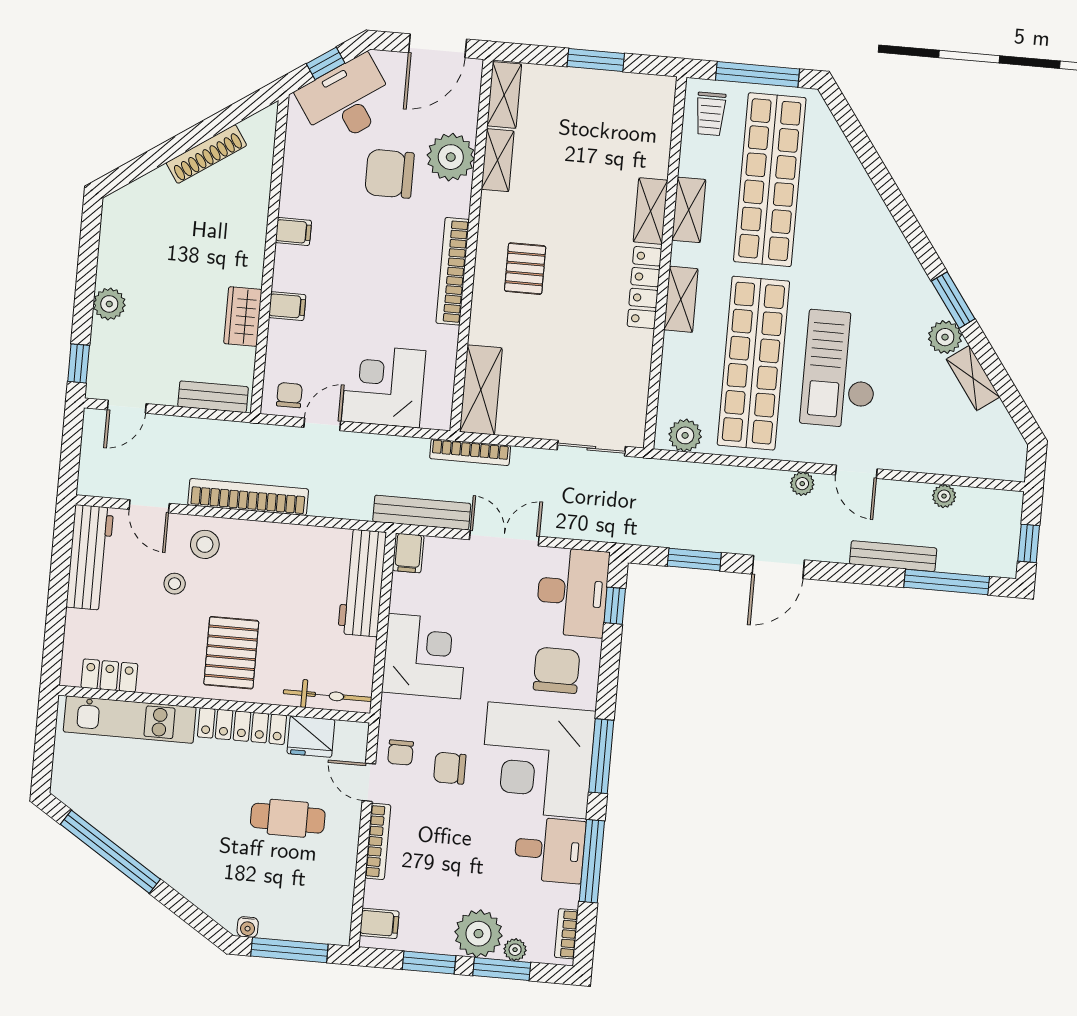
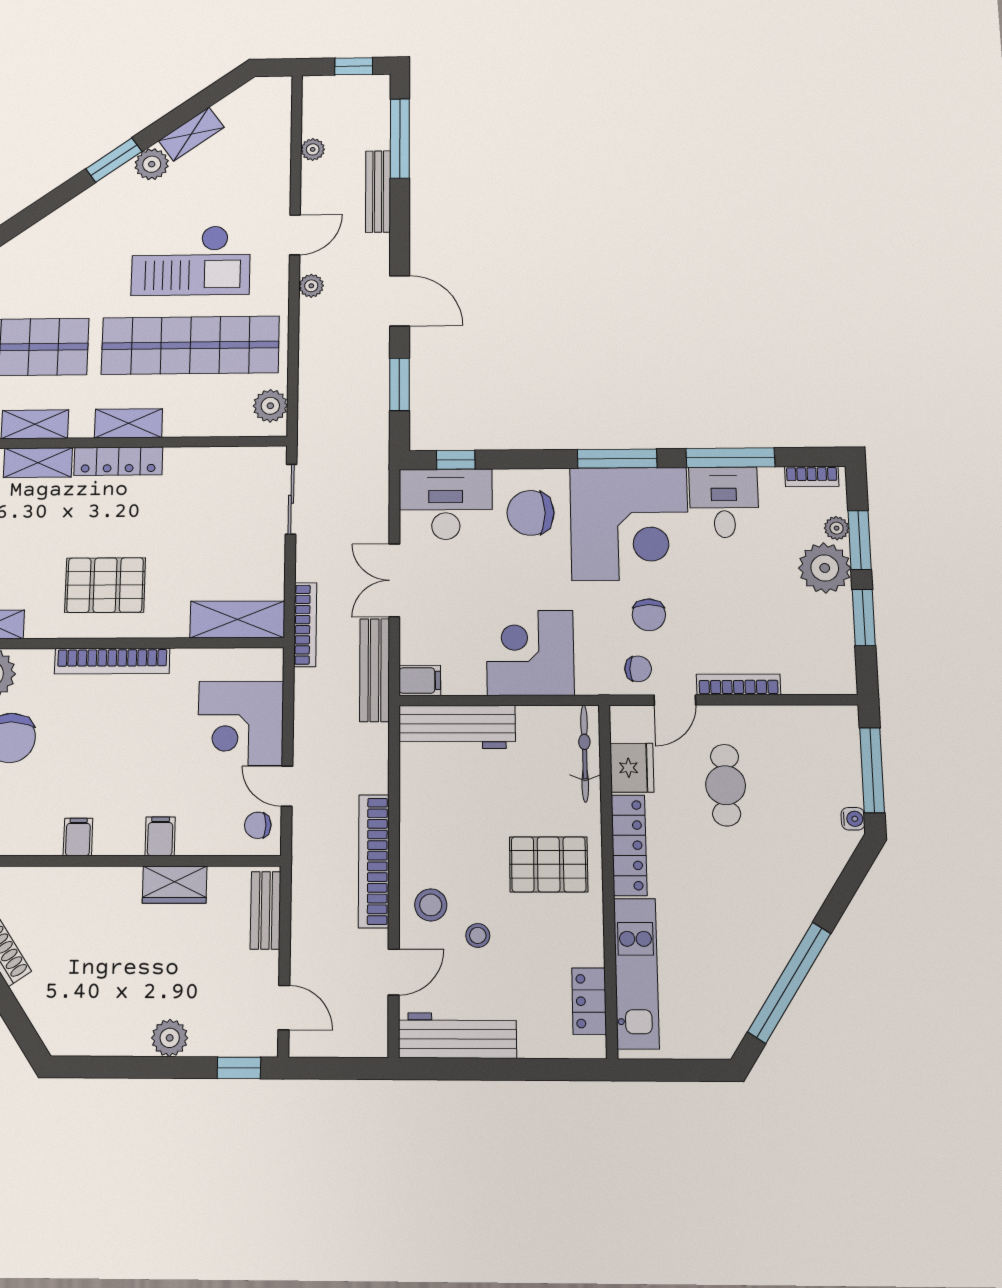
pallet: (525, 269) -> (105, 585), width x1.50, depth x1.42
filing cabinet: (379, 923) -> (828, 675), removed

